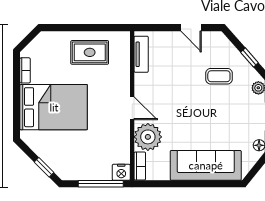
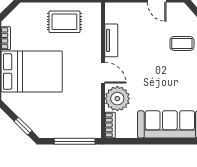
tv unit: (141, 54) -> (111, 40), moved
nightstand: (121, 172) -> (93, 131), removed

